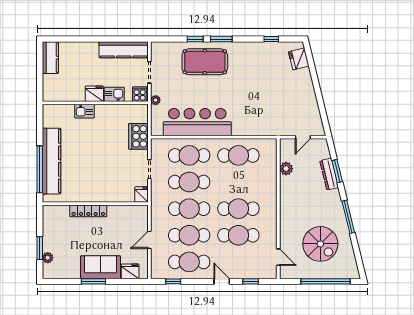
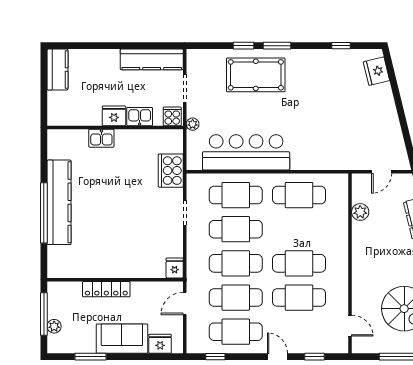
fridge: (142, 194) -> (175, 268), moved
wall: (95, 204) -> (115, 280), moved
locker: (88, 211) -> (106, 289), moved
window: (40, 248) -> (44, 314), width x1.44
window: (93, 281) -> (90, 357), moved

